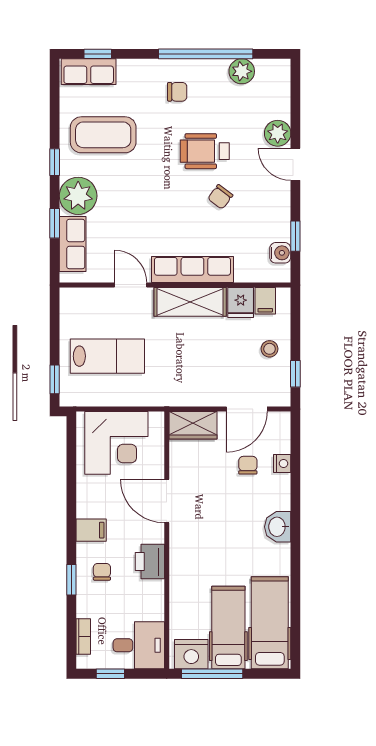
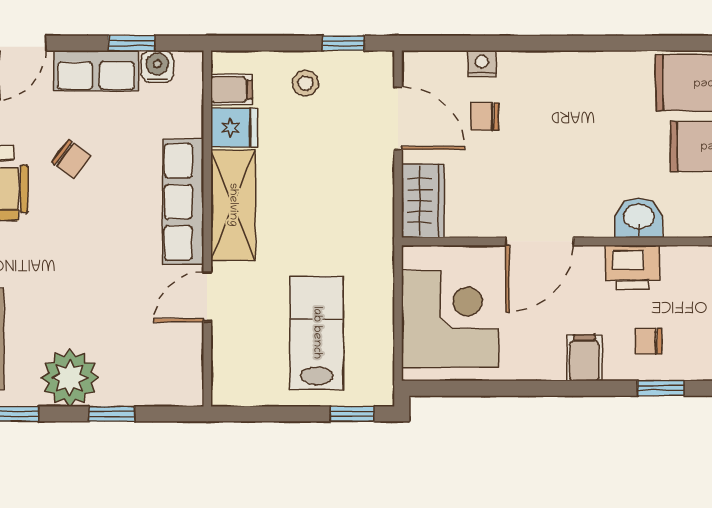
row of seats: (73, 244) -> (96, 71), moved, turned 180
washbasin: (278, 527) -> (639, 218), moved, turned 180

